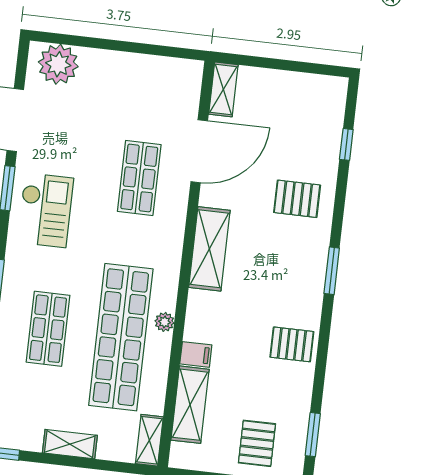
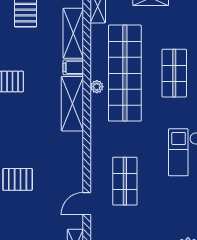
door: (199, 151) -> (87, 204), width x0.53
shelving: (209, 249) -> (72, 104), moved

